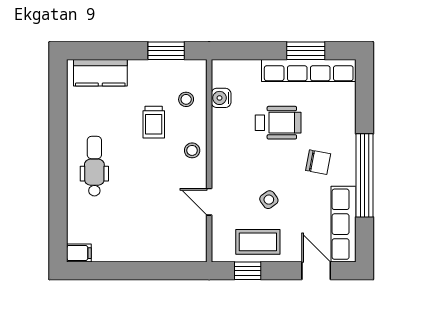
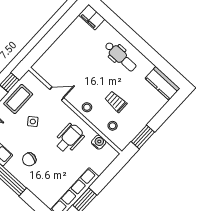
kitchen counter: (100, 73) -> (163, 83), moved, turned -90
wheelchair: (278, 123) -> (69, 138), moved, turned 180
filing cabinet: (79, 253) -> (92, 17), width x2.00

